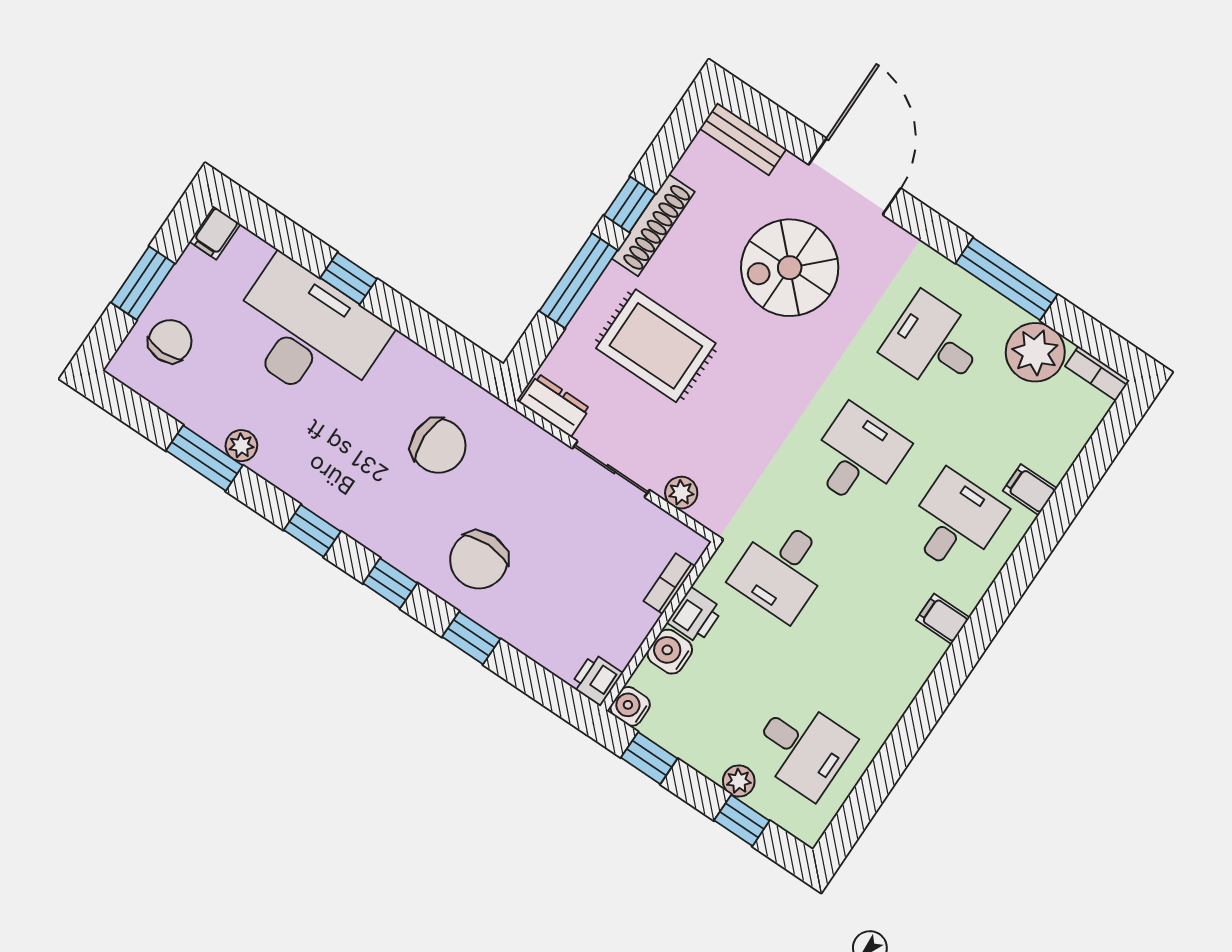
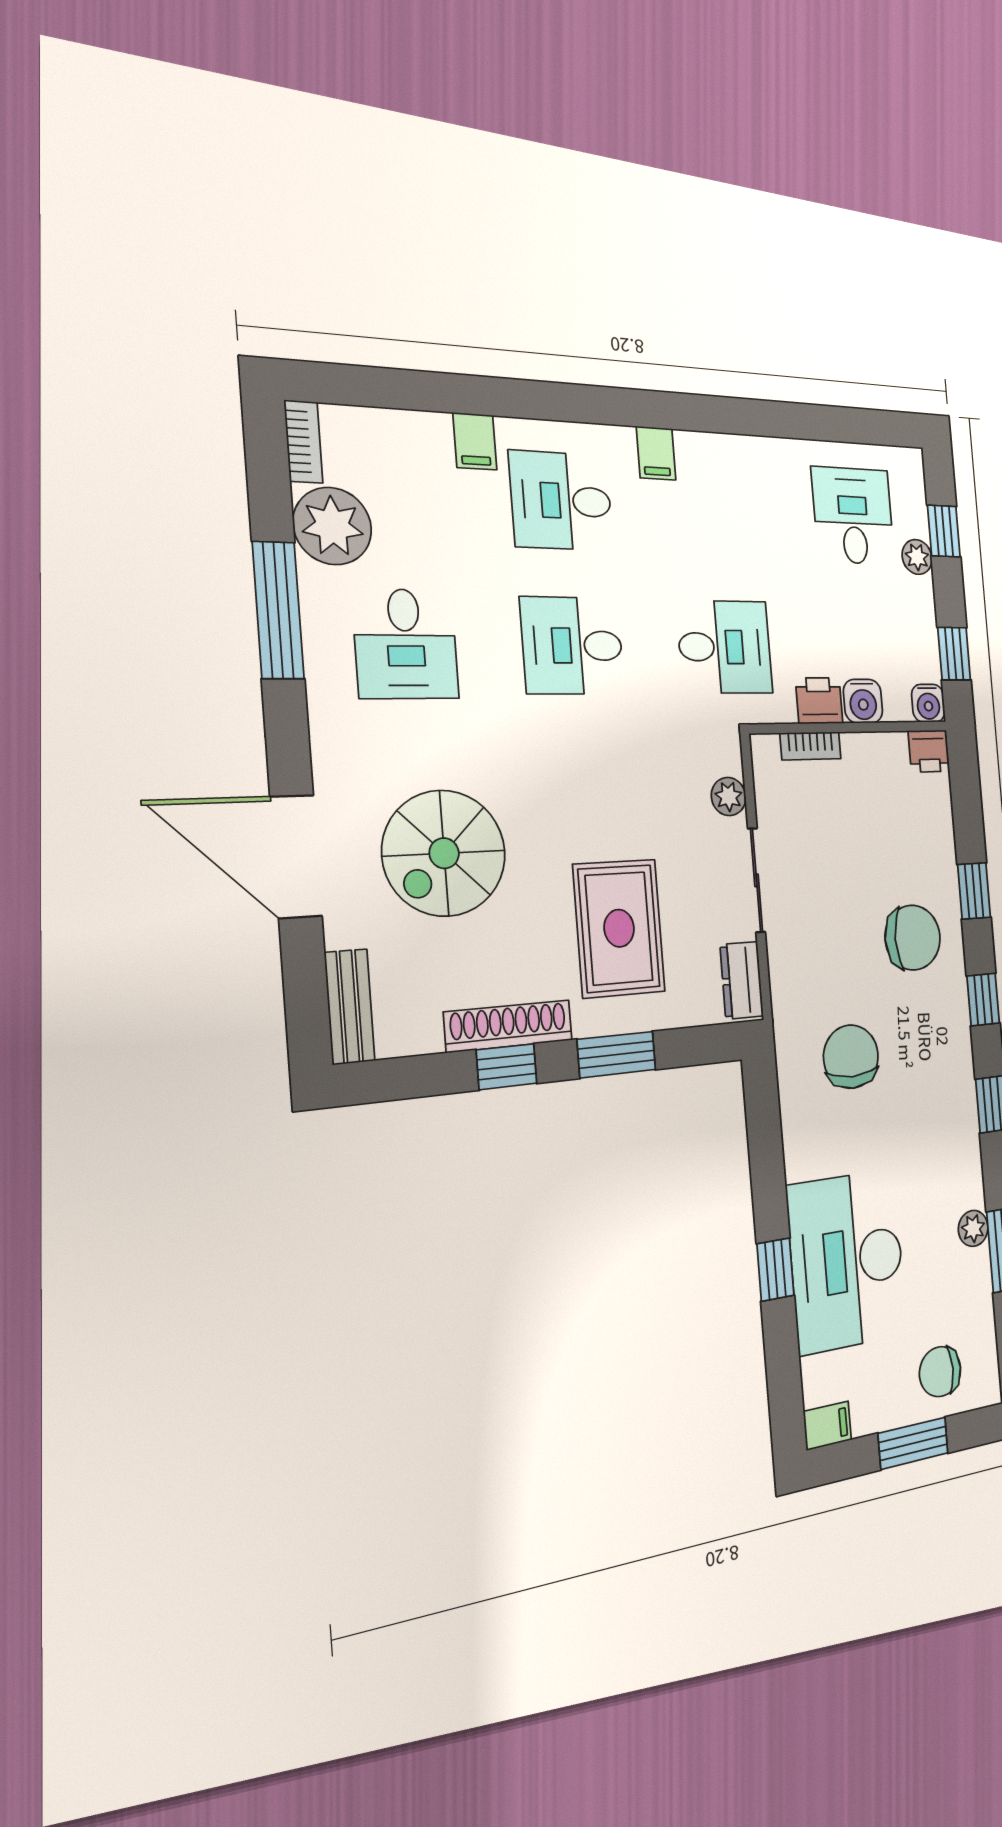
door: (855, 176) -> (296, 857), hinge flipped
spiral stairs: (790, 268) -> (444, 853), turned 90
window: (578, 281) -> (616, 1055), width x0.69

